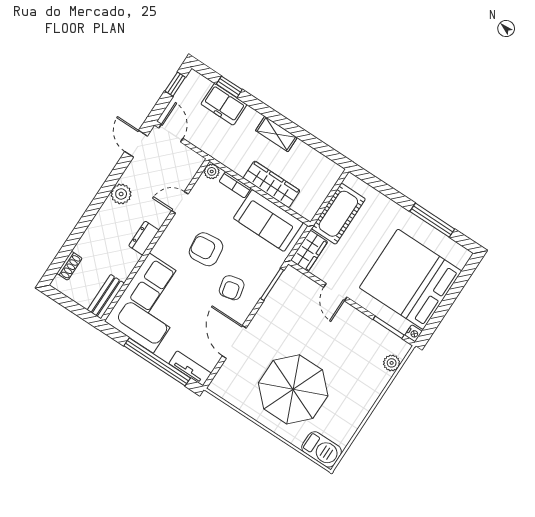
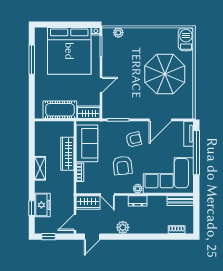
wardrobe: (186, 169) -> (88, 203), added
plant: (212, 171) -> (138, 189), moved

